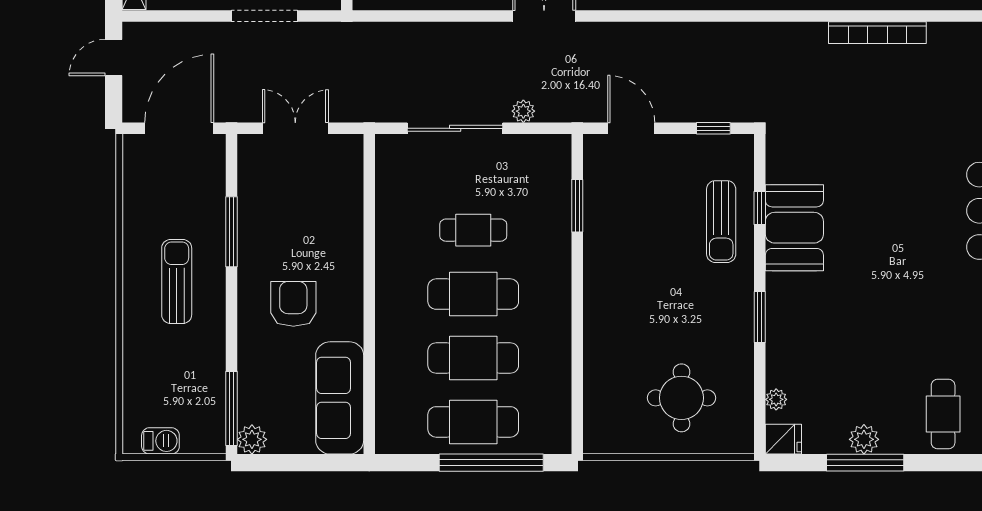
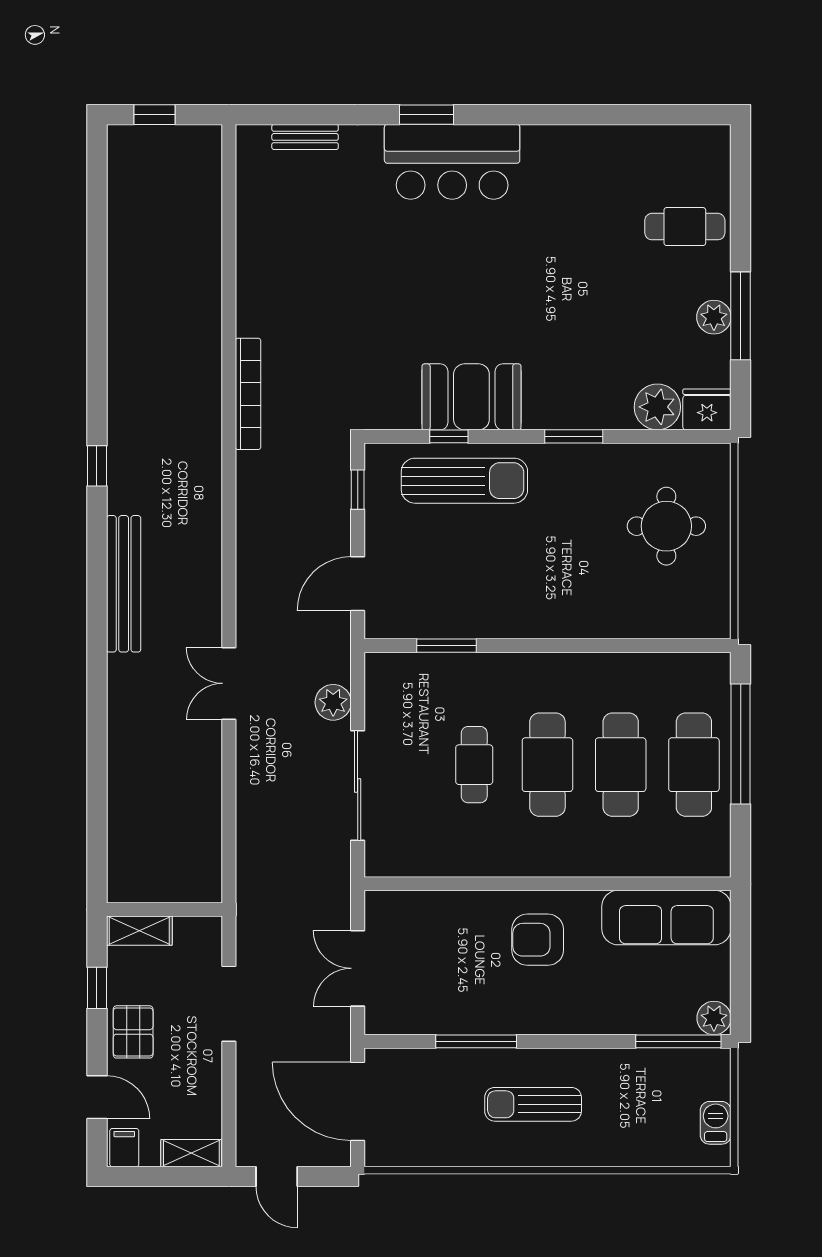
bookcase: (877, 33) -> (248, 394), moved
plant: (523, 111) -> (333, 702), width x1.38, depth x1.38
sun lounger: (721, 222) -> (464, 481), width x1.36, depth x1.34
armchair: (293, 304) -> (538, 940), moved
plant: (776, 399) -> (657, 407), width x1.88, depth x1.88
fridge: (783, 439) -> (707, 409), width x1.38

